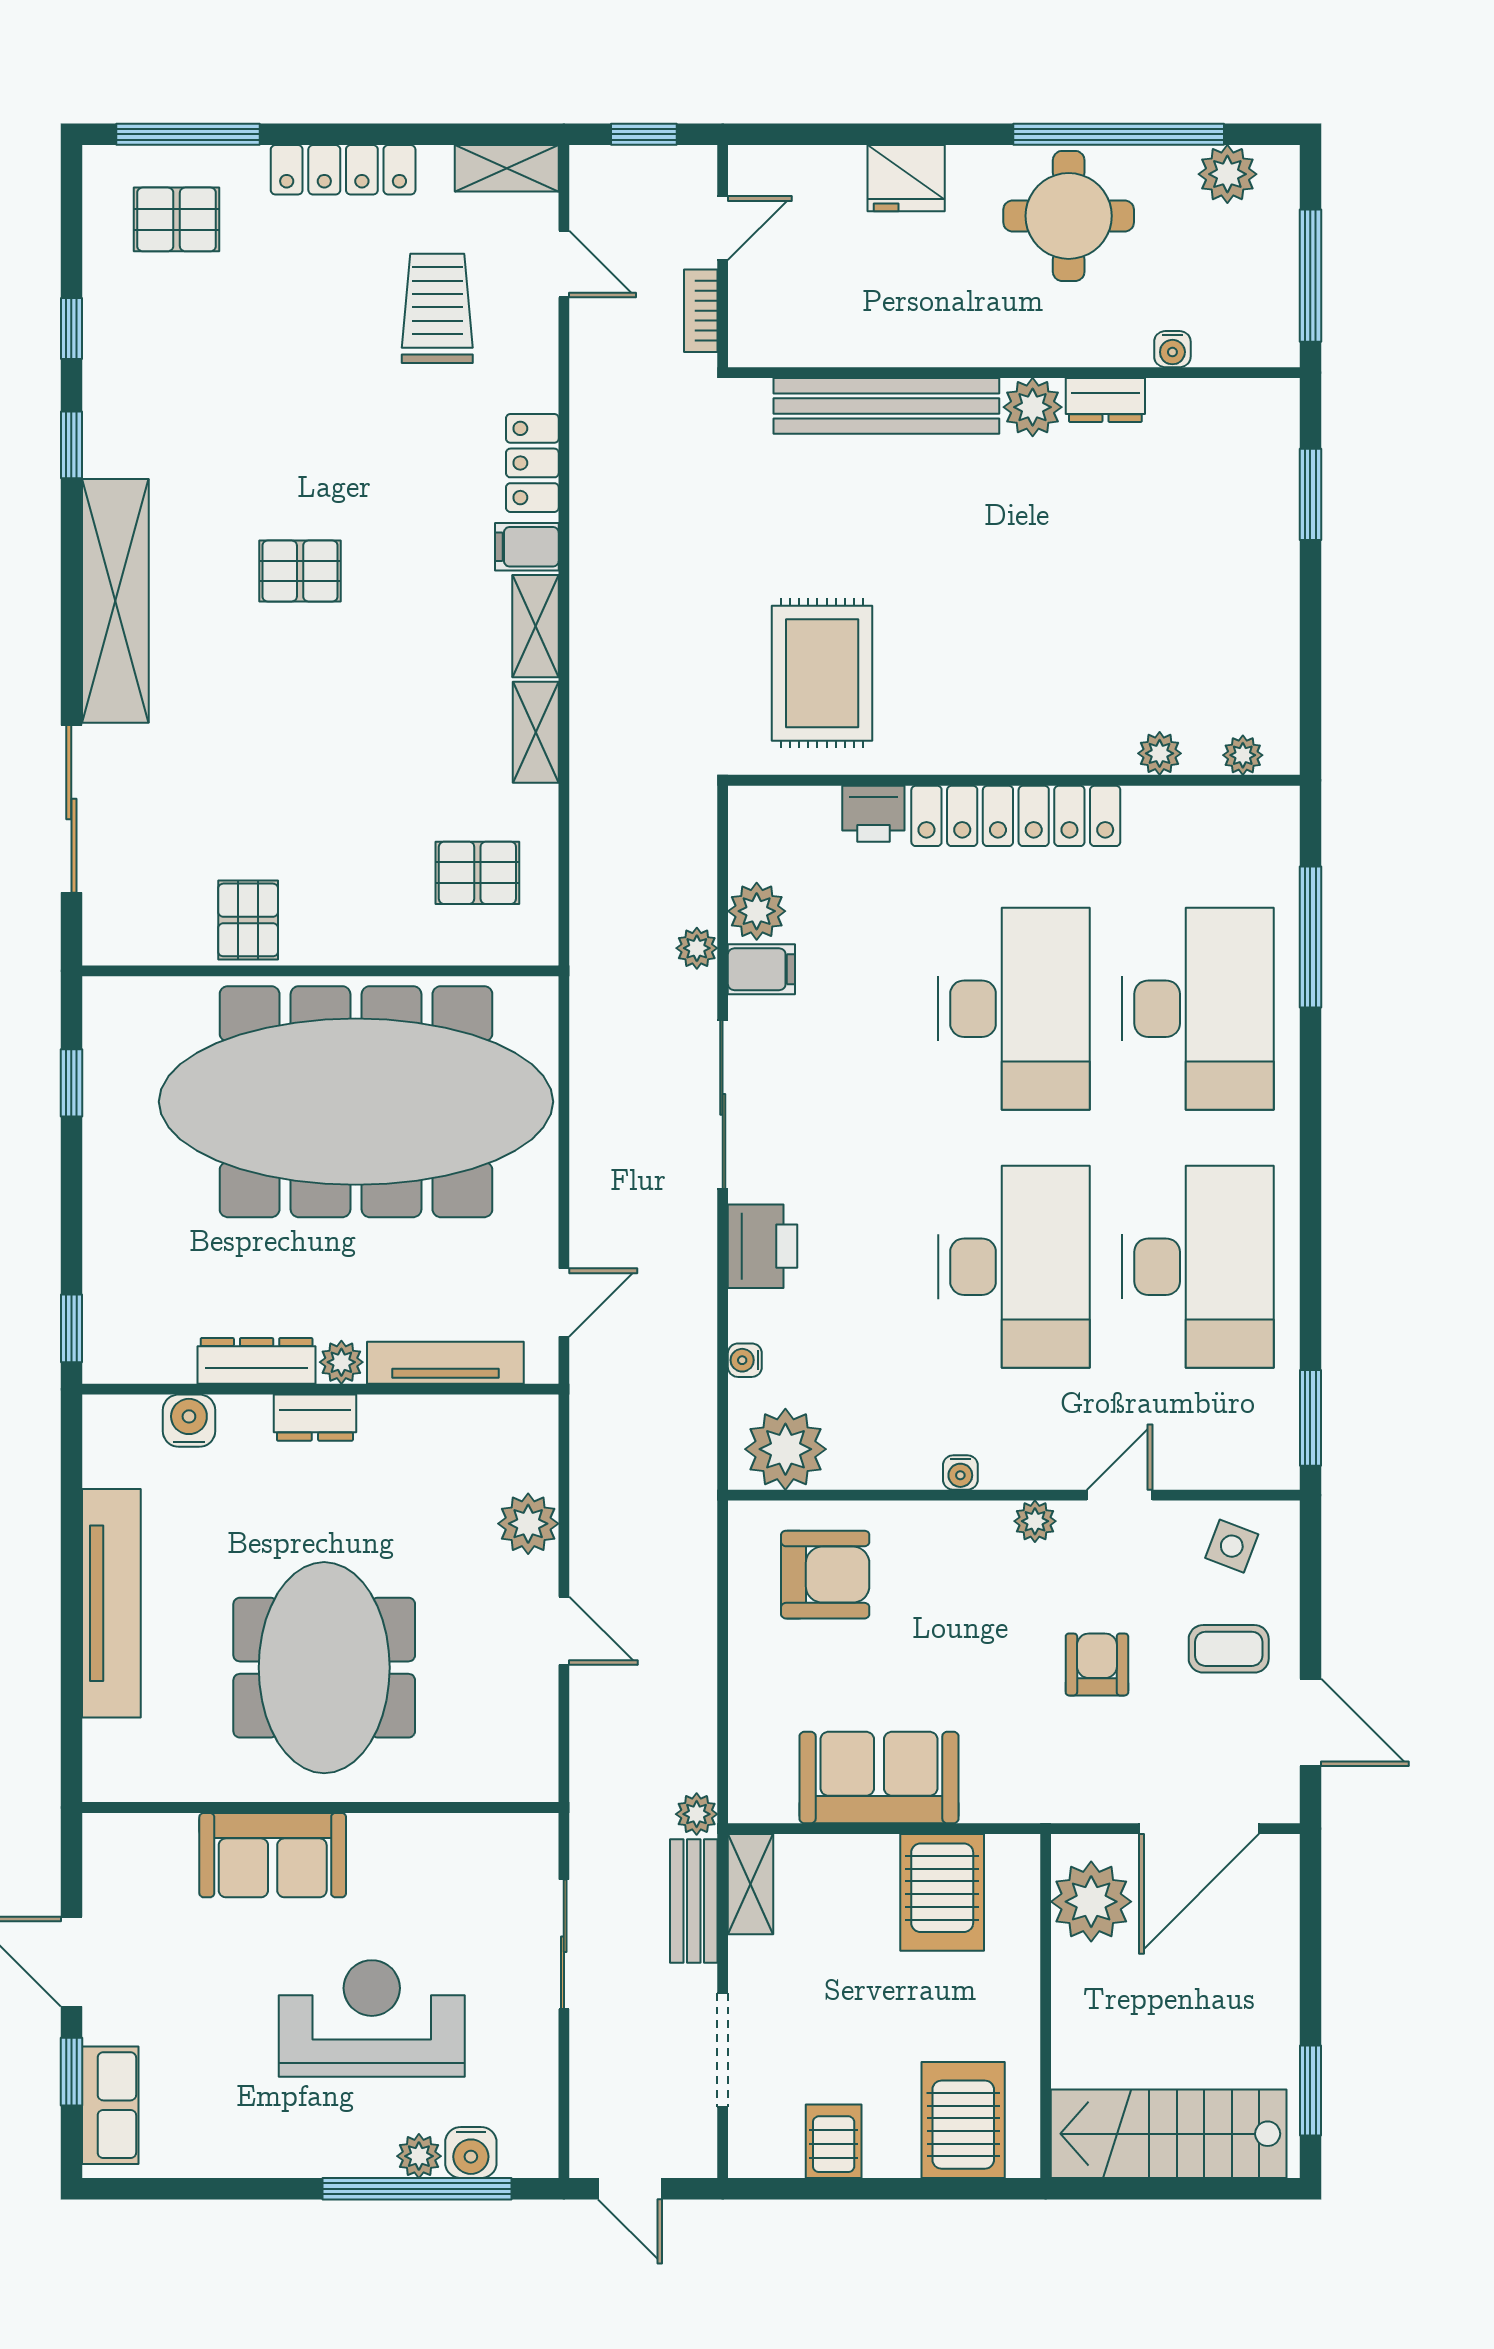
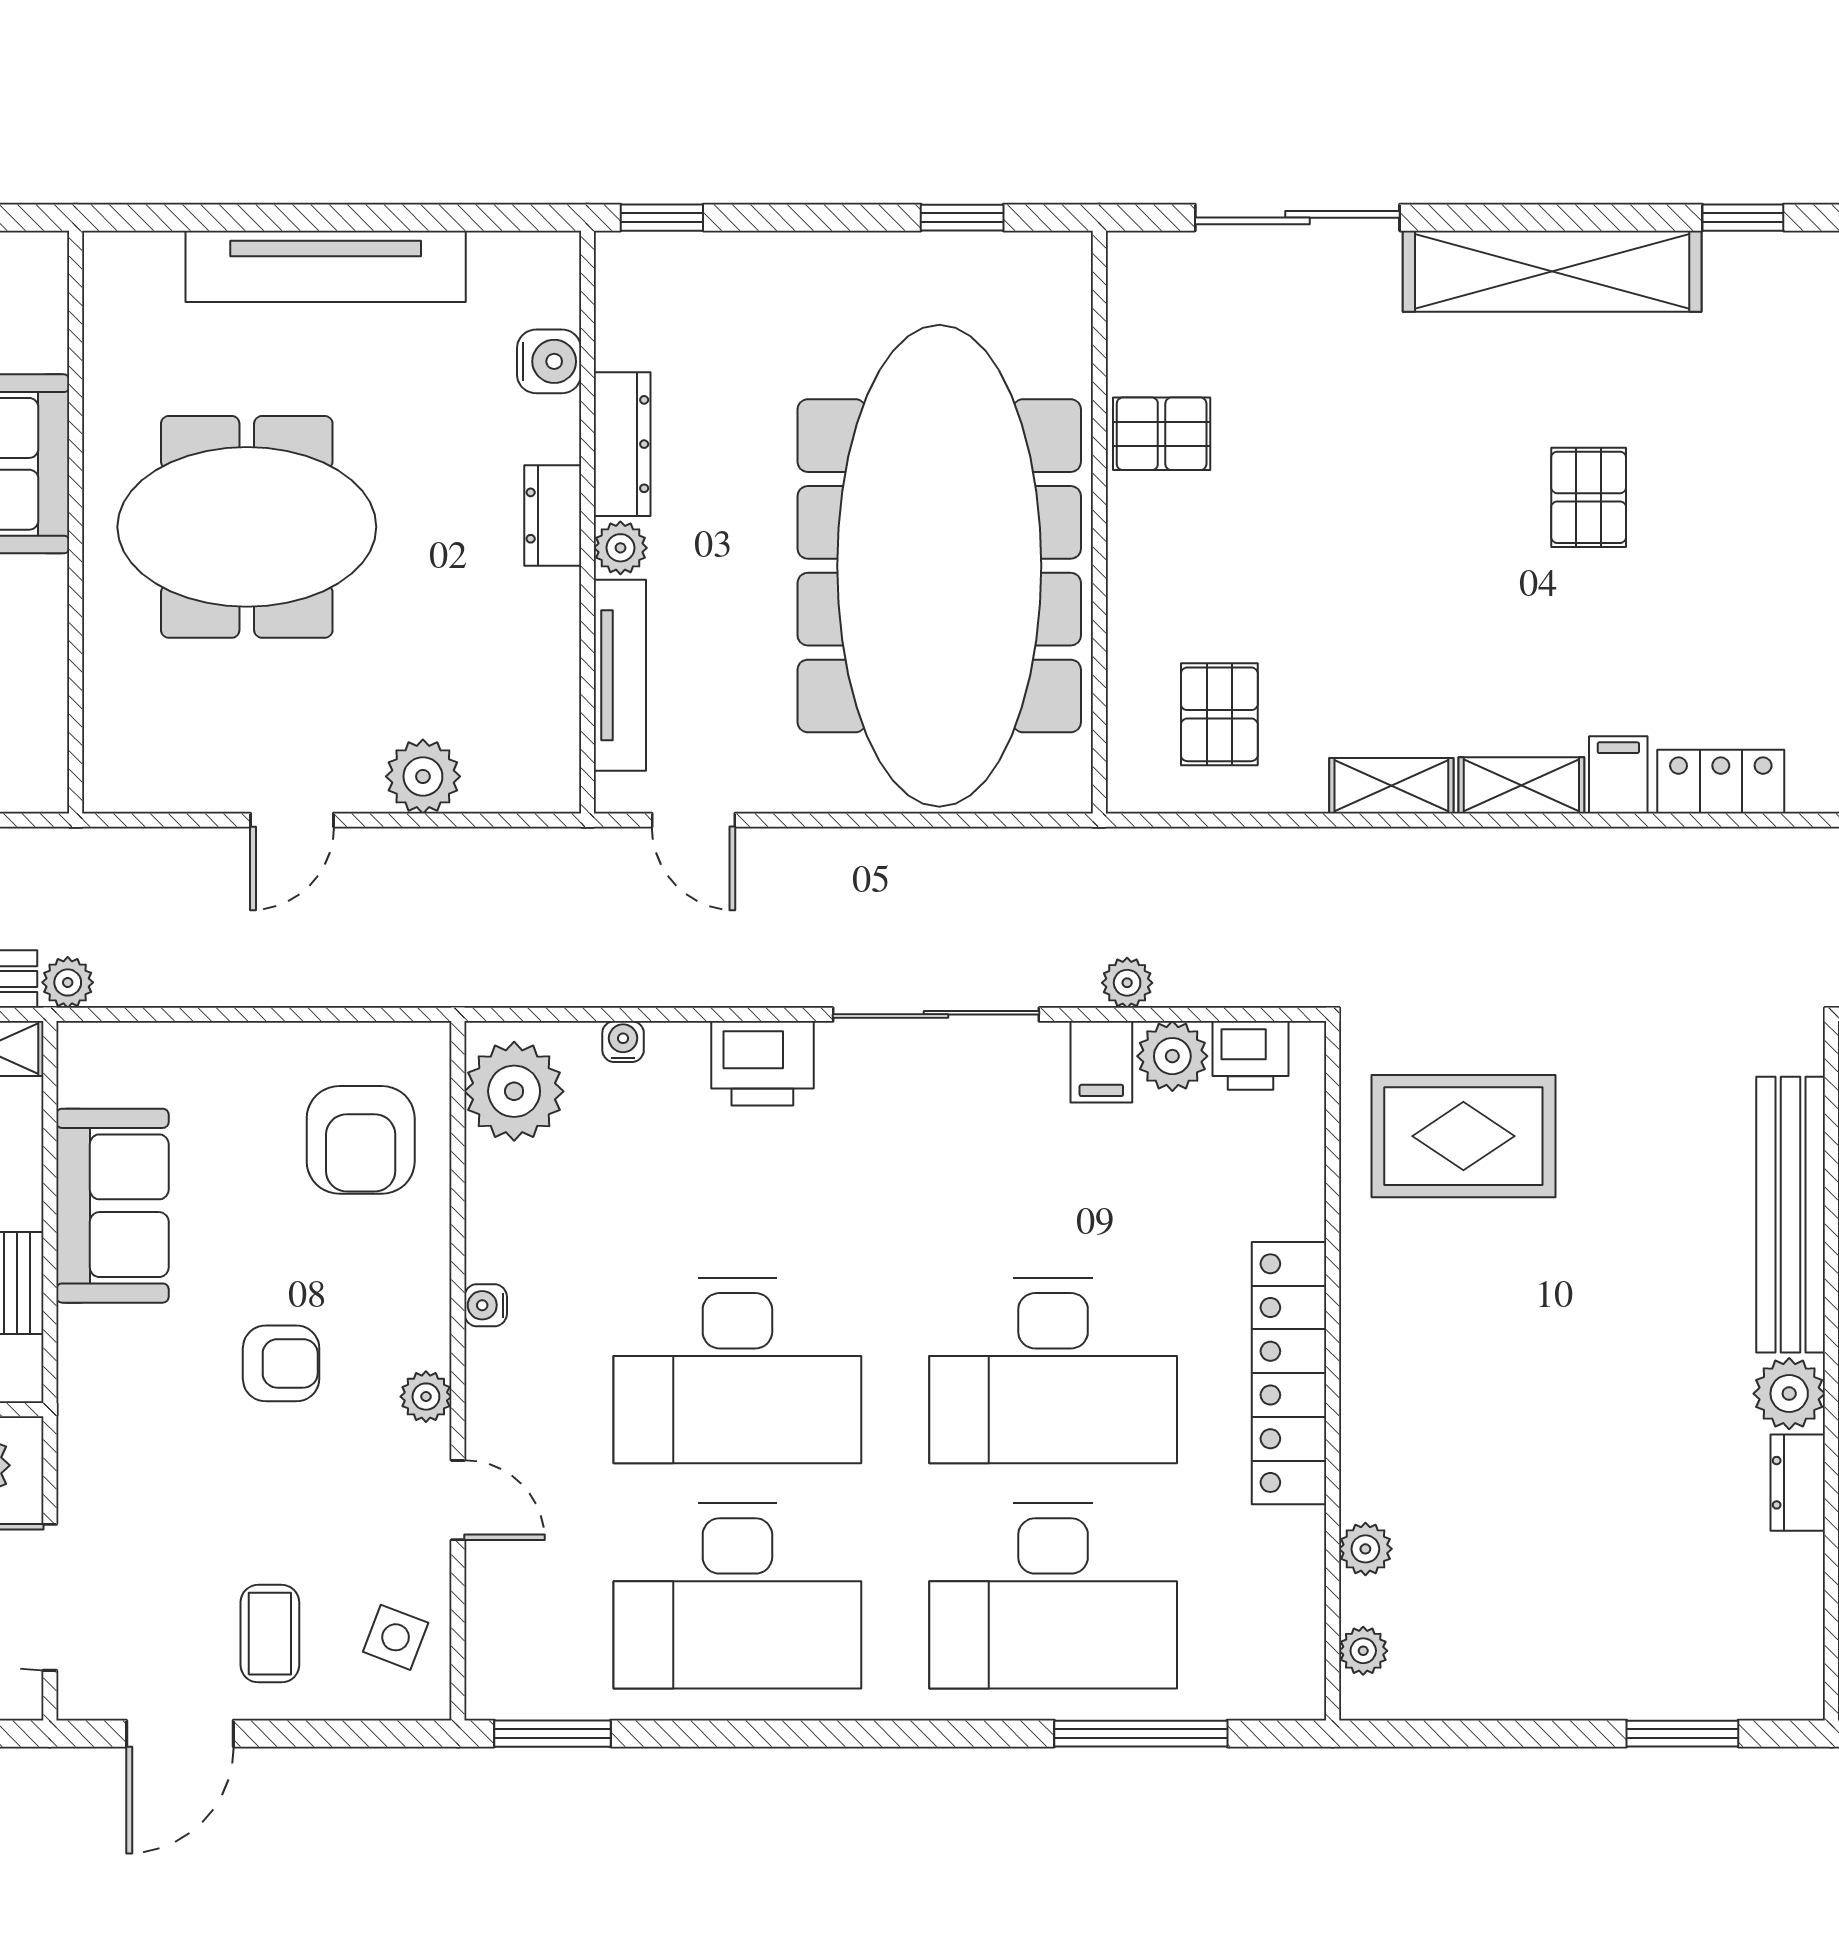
printer: (873, 814) -> (1250, 1055), moved, turned -90
armchair: (1097, 1664) -> (281, 1363), moved

